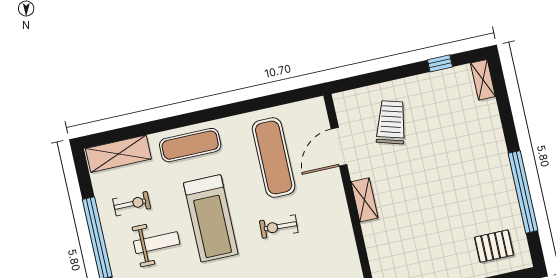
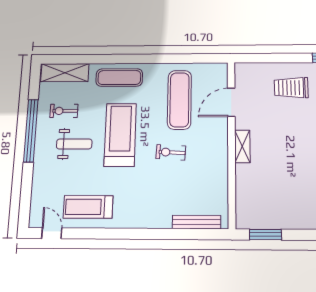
trolley: (391, 122) -> (291, 88), moved, turned -106
exercise bike: (132, 204) -> (64, 111), turned 180
treadmill: (211, 218) -> (120, 135), turned 180

